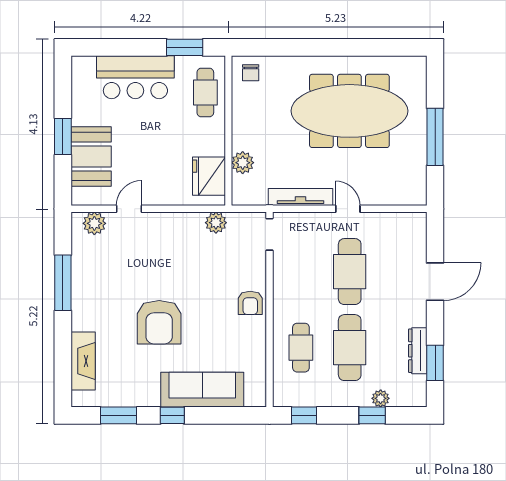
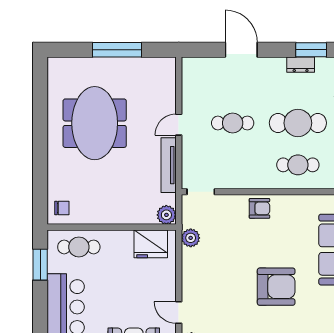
meeting table: (349, 111) -> (95, 123), width x0.73
plant: (243, 163) -> (166, 215), moved
cafe table: (350, 272) -> (233, 123), width x0.73, depth x0.74
dresser: (418, 351) -> (301, 65), width x0.70

